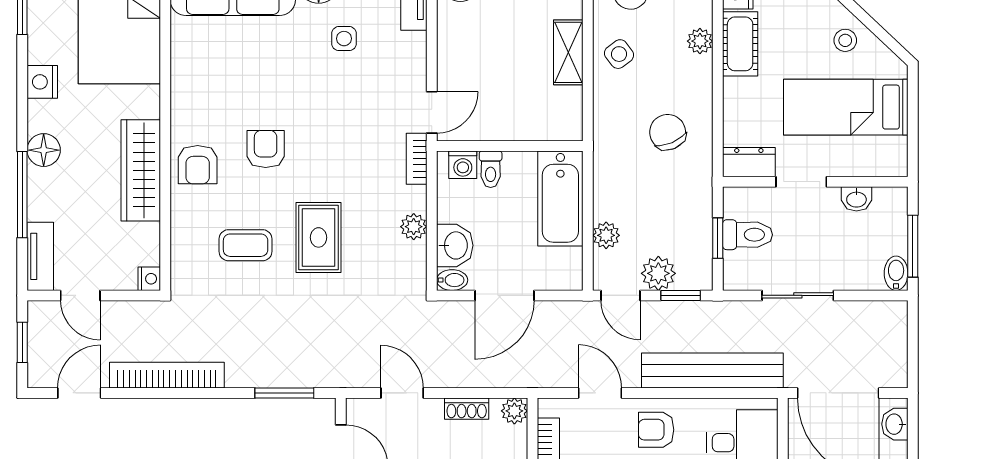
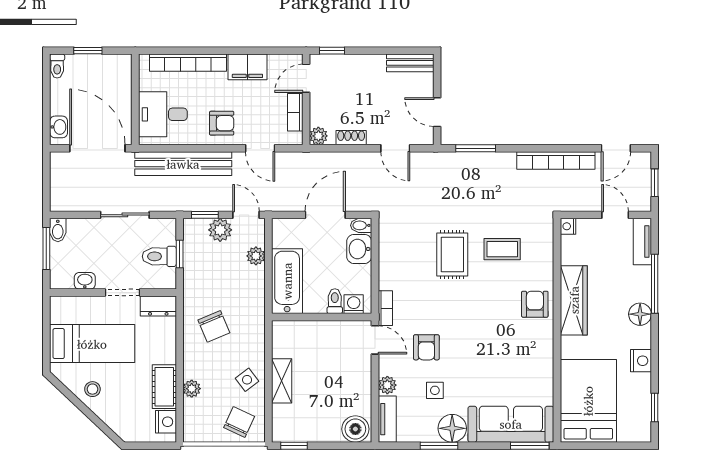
door: (432, 112) -> (375, 340), swing flipped
armchair: (266, 149) -> (426, 347), moved
plant: (414, 227) -> (387, 385), moved

